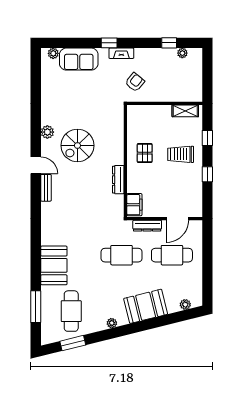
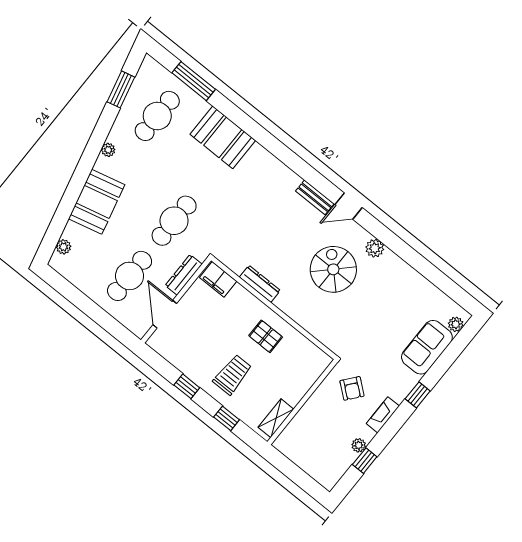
fireplace: (121, 53) -> (383, 415), moved
plant: (182, 53) -> (359, 445), moved
cafe table: (71, 311) -> (157, 116), turned 90

